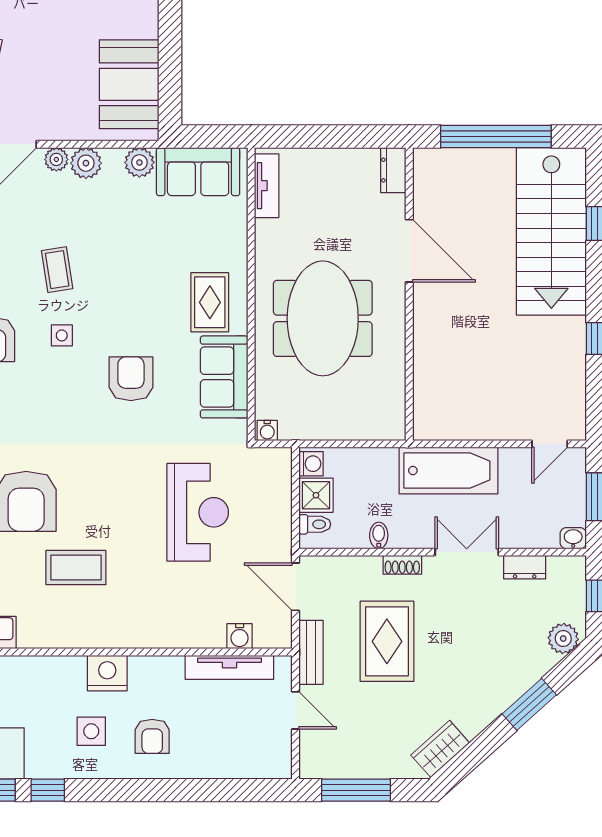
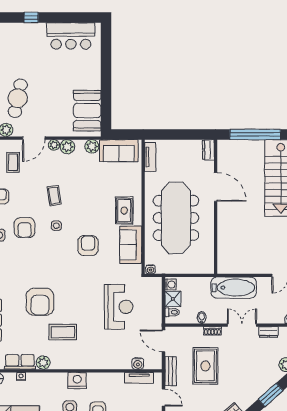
meeting table: (323, 318) -> (176, 218), width x1.36
plant: (33, 634) -> (43, 363), added
tv unit: (229, 667) -> (139, 378), width x0.71

